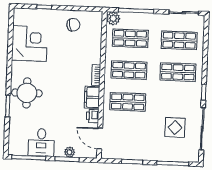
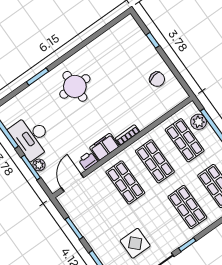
plant: (113, 18) -> (199, 122), moved
corner desk: (30, 44) -> (109, 53), removed
round table: (27, 93) -> (75, 86), moved
desk: (41, 142) -> (31, 137), width x1.37

